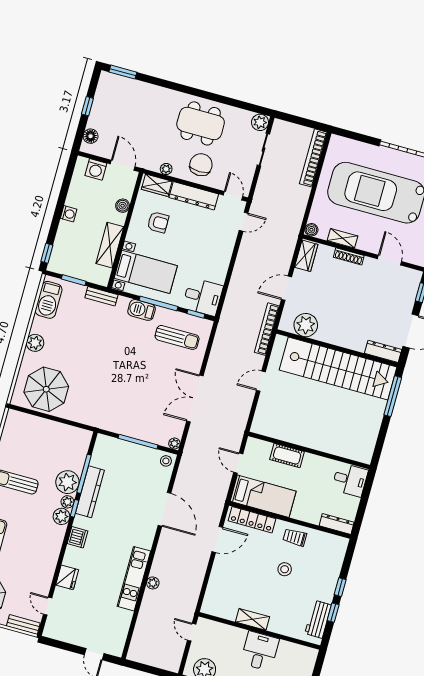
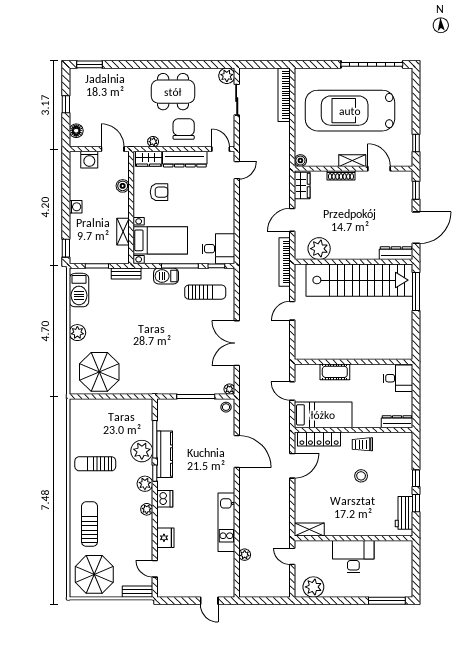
shelving: (343, 238) -> (352, 161), moved
shelving: (110, 245) -> (123, 232), width x0.67, depth x0.75
plant: (67, 502) -> (147, 509), moved
plant: (153, 583) -> (245, 555), moved
shelving: (253, 619) -> (309, 529), moved
desk: (260, 651) -> (353, 557), width x1.37

